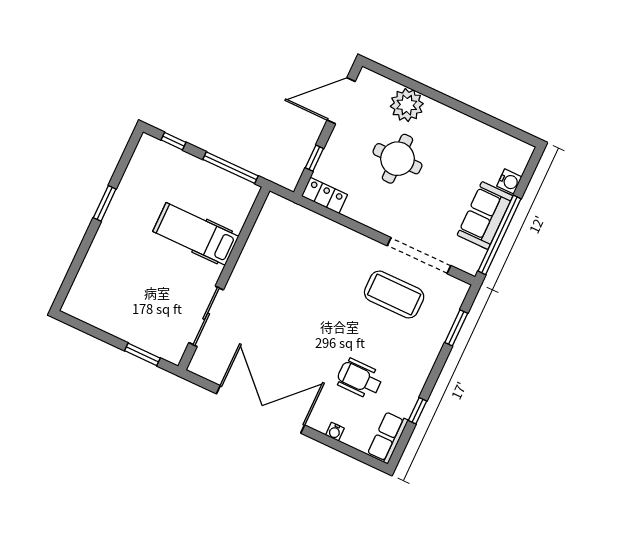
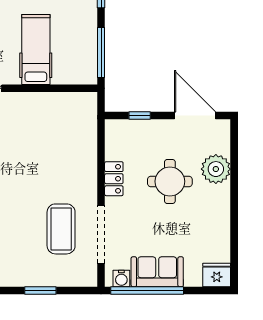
fridge: (517, 155) -> (217, 275), added
water cooler: (509, 181) -> (121, 278), moved
locker: (324, 195) -> (114, 179), moved
window: (456, 328) -> (40, 290), moved

